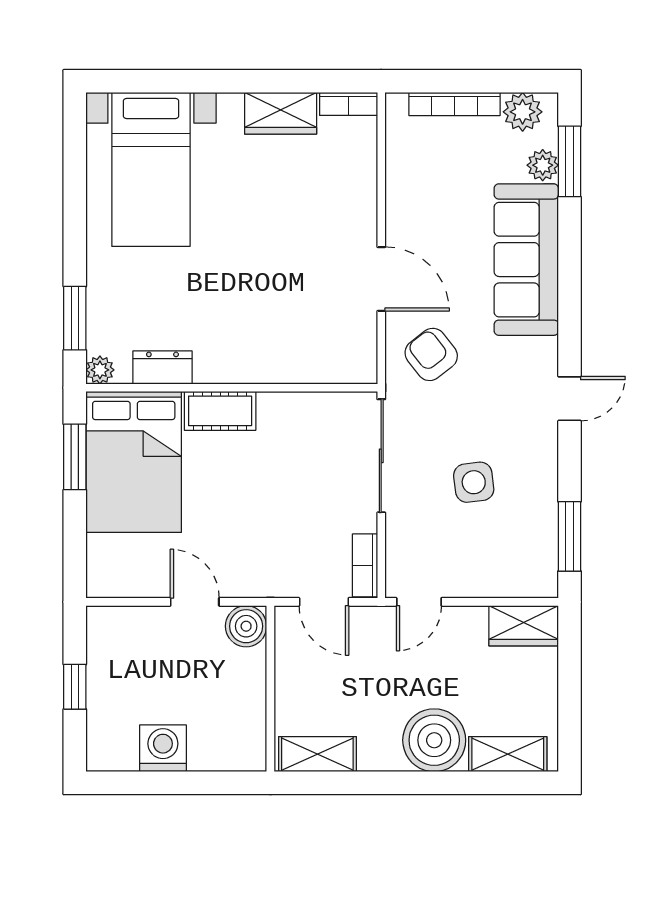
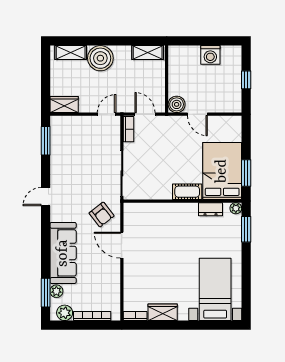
side table: (474, 482) -> (84, 163), removed

